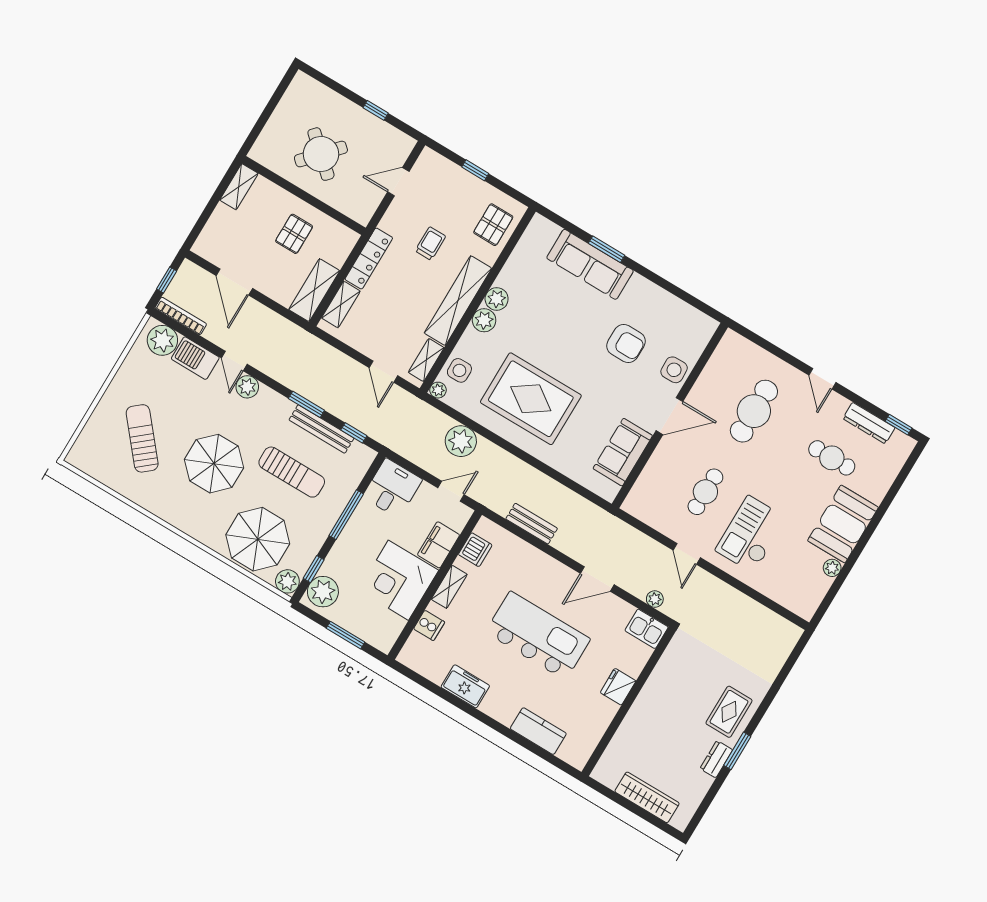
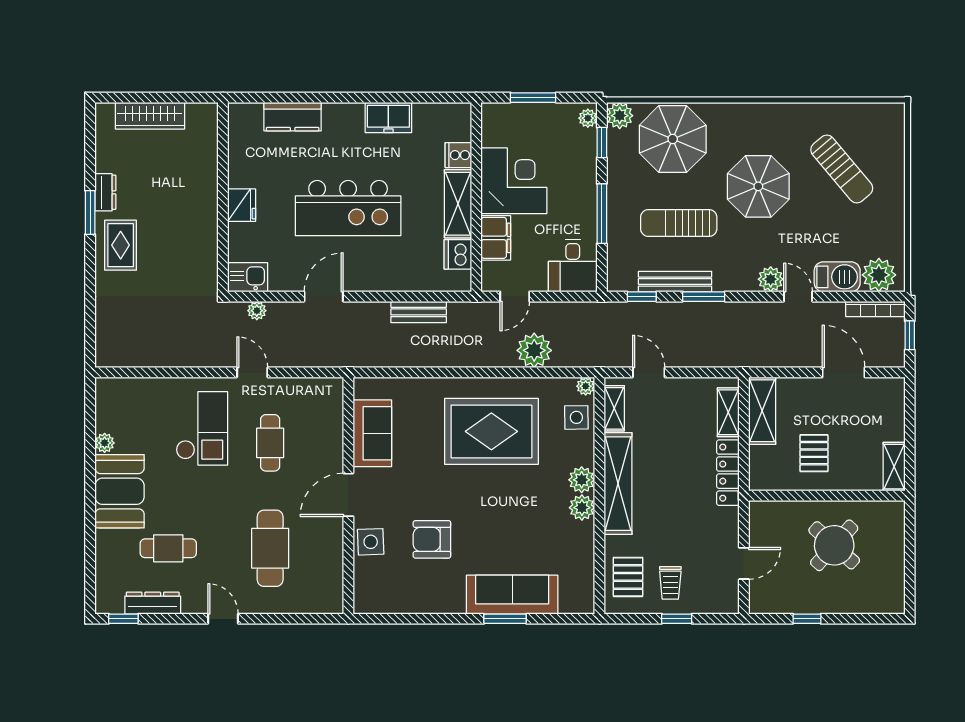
trolley: (430, 244) -> (670, 583), moved
shelving: (449, 587) -> (458, 204), width x1.50, depth x1.33
plant: (323, 592) -> (588, 118), width x0.53, depth x0.53

